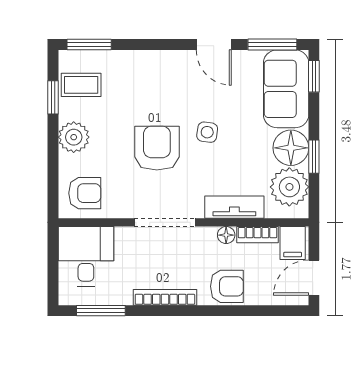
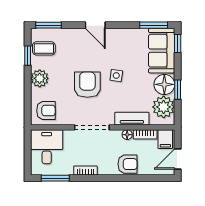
door: (214, 45) -> (95, 25), moved
bookcase: (165, 297) -> (85, 170), width x0.64

